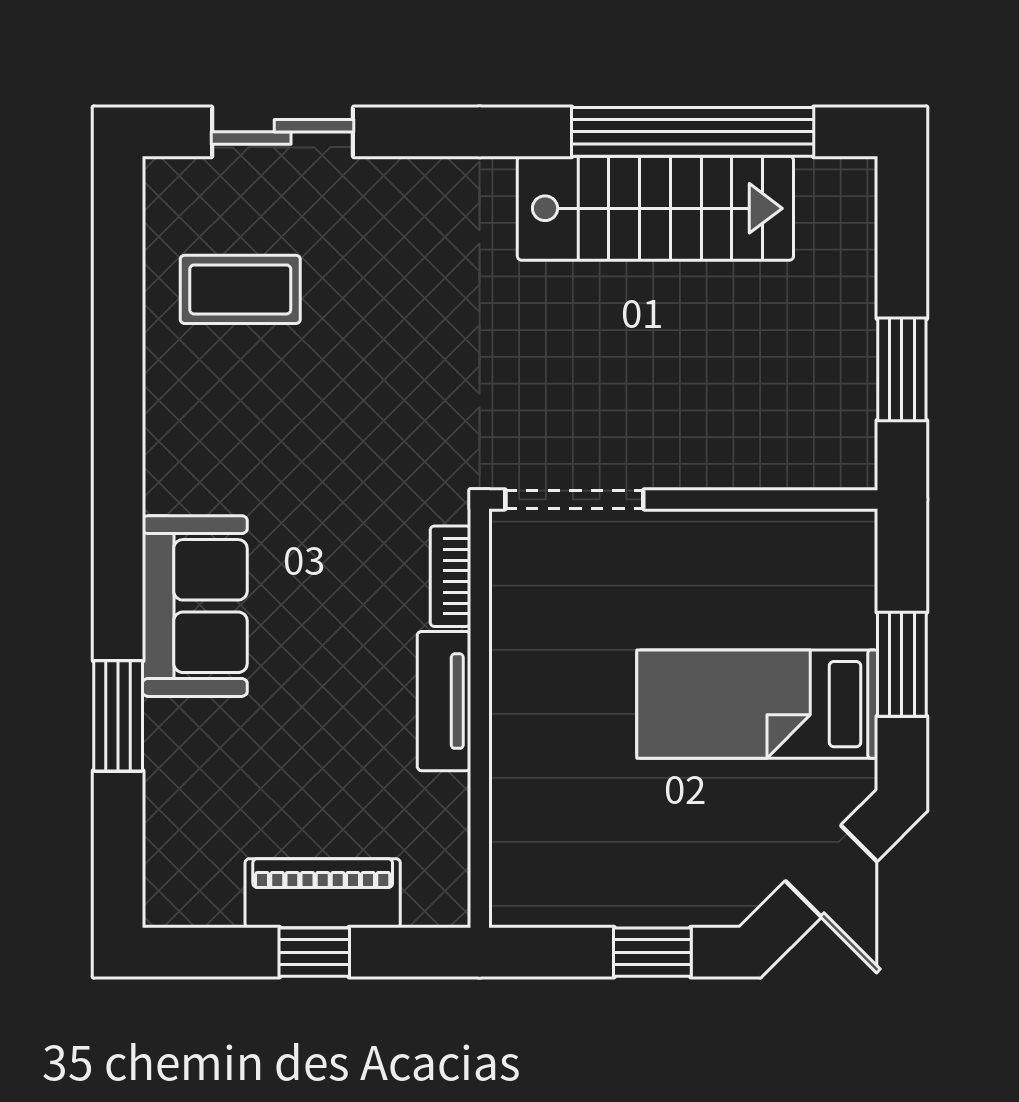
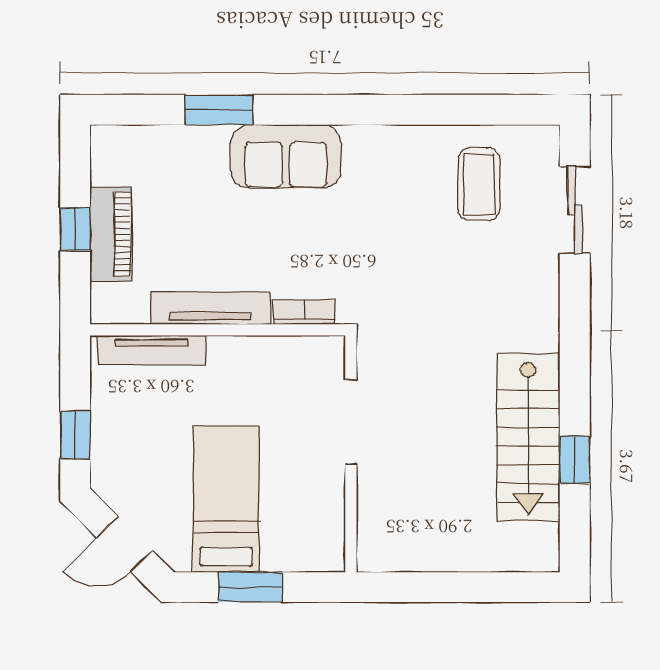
window: (693, 132) -> (575, 460), width x0.32
window: (902, 369) -> (430, 587), removed
doorway: (574, 499) -> (351, 422), moved
tv unit: (444, 701) -> (211, 308), width x1.41
tv unit: (513, 826) -> (152, 350), added

